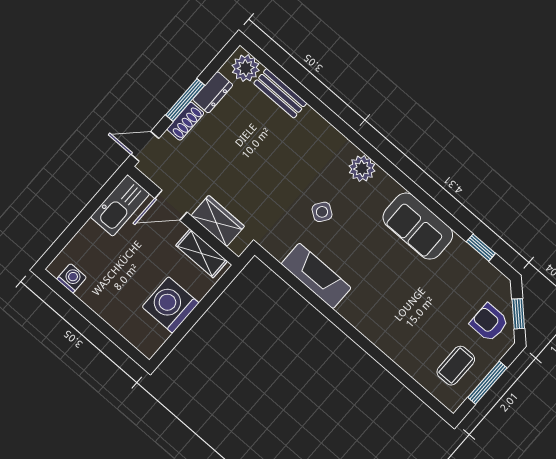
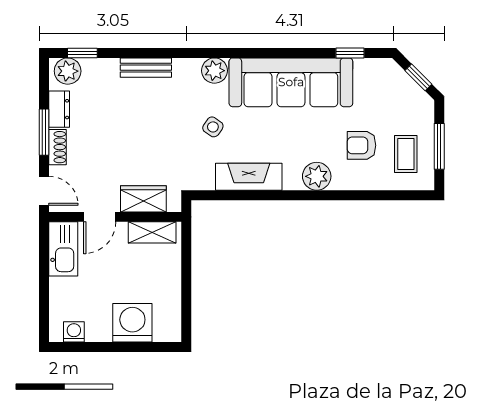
window: (270, 64) -> (82, 53), added
bench: (280, 93) -> (146, 68), moved
door: (145, 146) -> (44, 191), swing flipped
sofa: (418, 226) -> (291, 82), width x1.85, depth x1.27
washing machine: (170, 305) -> (132, 323), moved, turned 90
plant: (370, 322) -> (317, 176), added
armchair: (489, 323) -> (361, 145), moved

